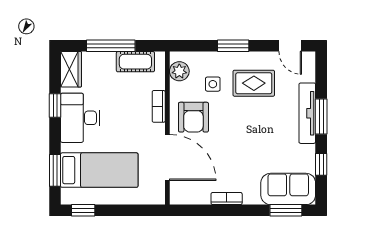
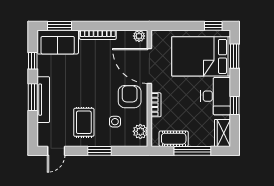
door: (290, 46) -> (56, 151), swing flipped
rug: (254, 83) -> (84, 122), turned 90
bed: (99, 170) -> (201, 56), width x1.50
plant: (181, 197) -> (139, 36), added
bookcase: (227, 199) -> (98, 35), width x1.56

